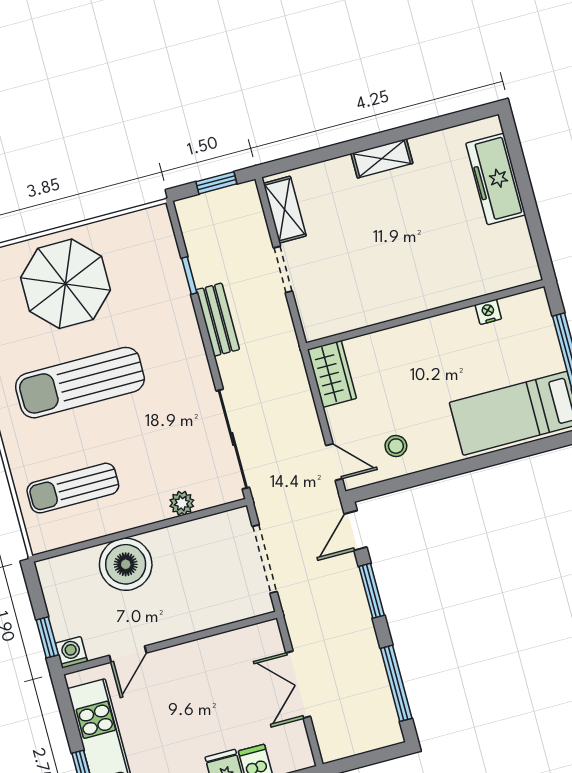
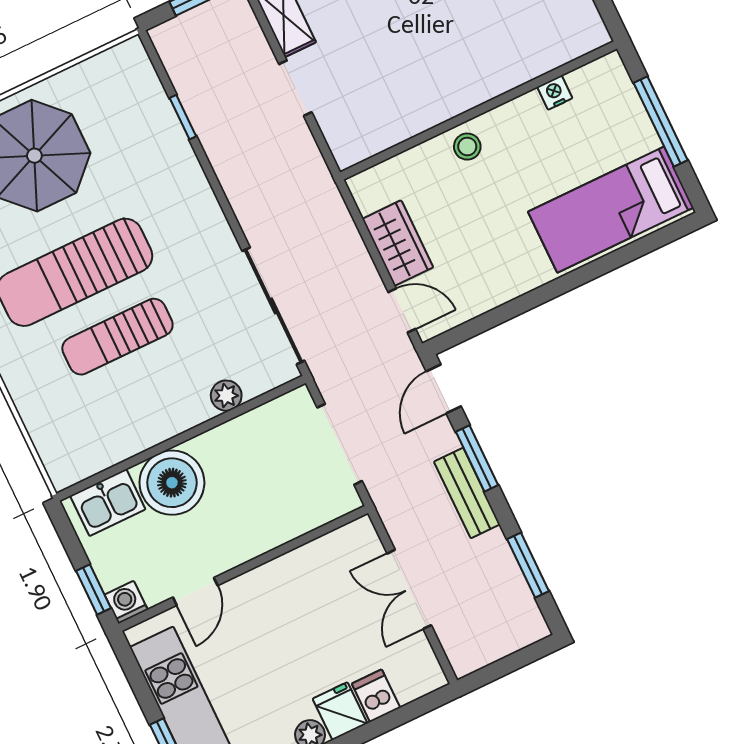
bench: (218, 320) -> (467, 493), moved
wardrobe: (332, 374) -> (398, 243), moved
stool: (396, 446) -> (467, 147), moved
sun lounger: (73, 488) -> (117, 337), moved
kitchen sink: (72, 570) -> (108, 503), added
window: (396, 683) -> (528, 565), width x0.69

